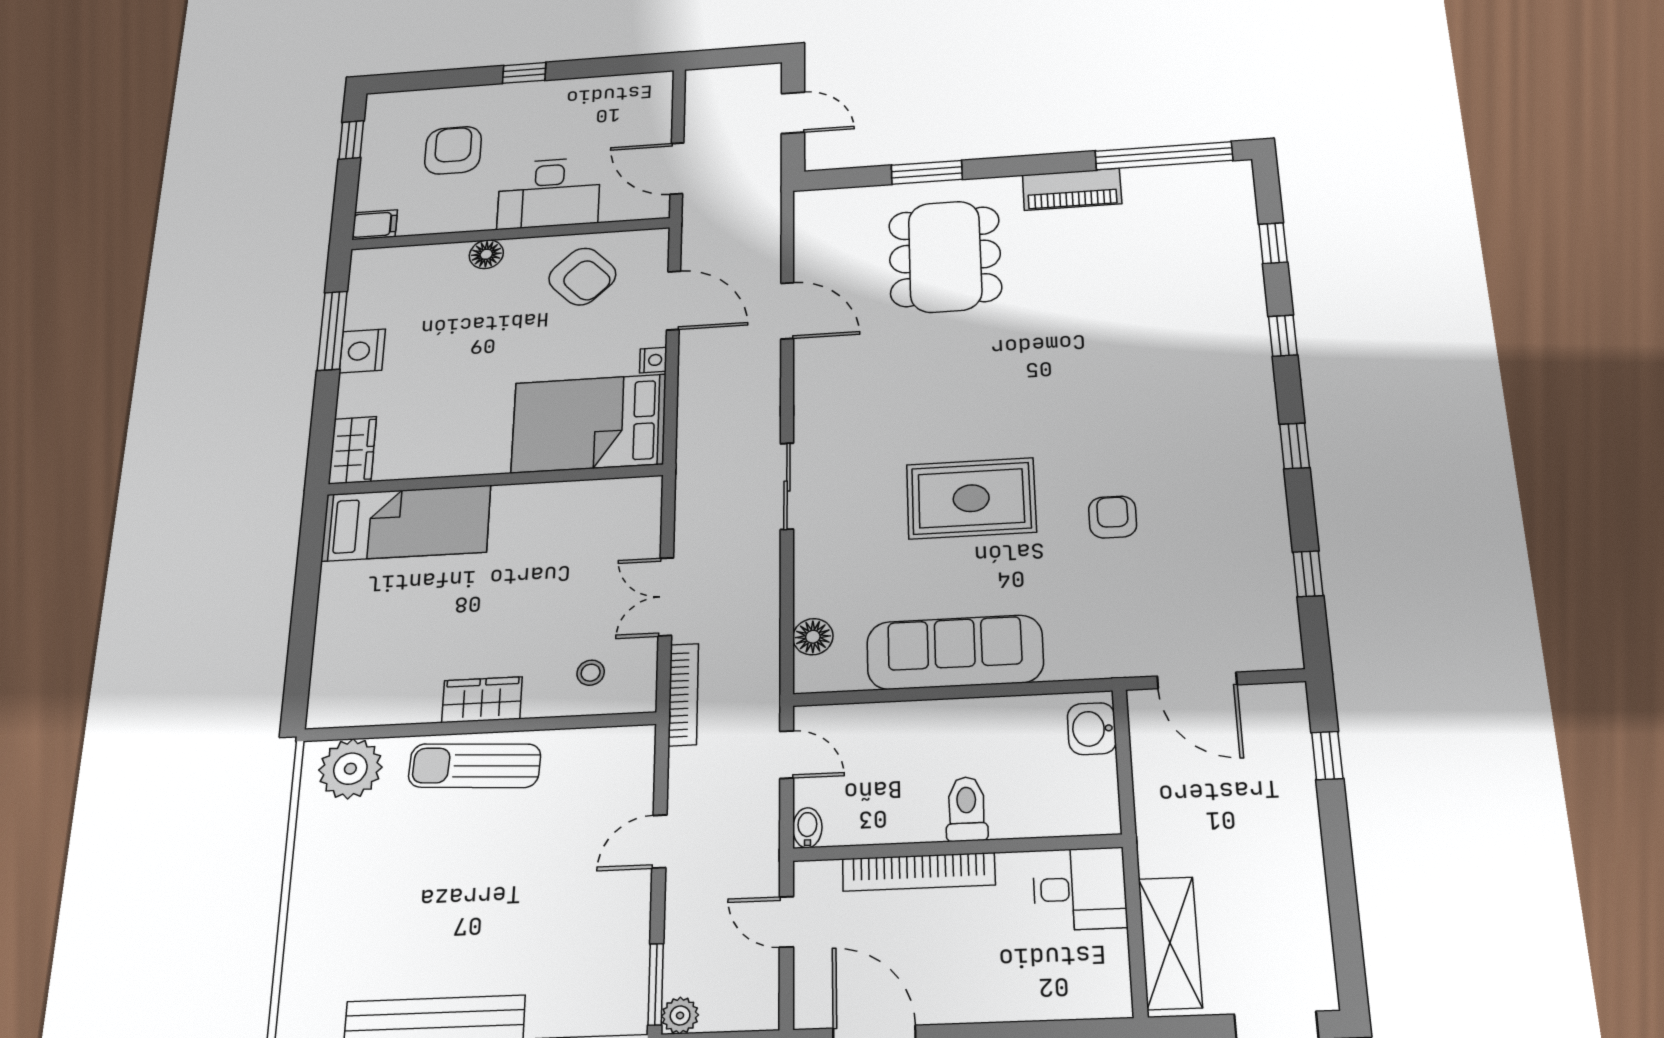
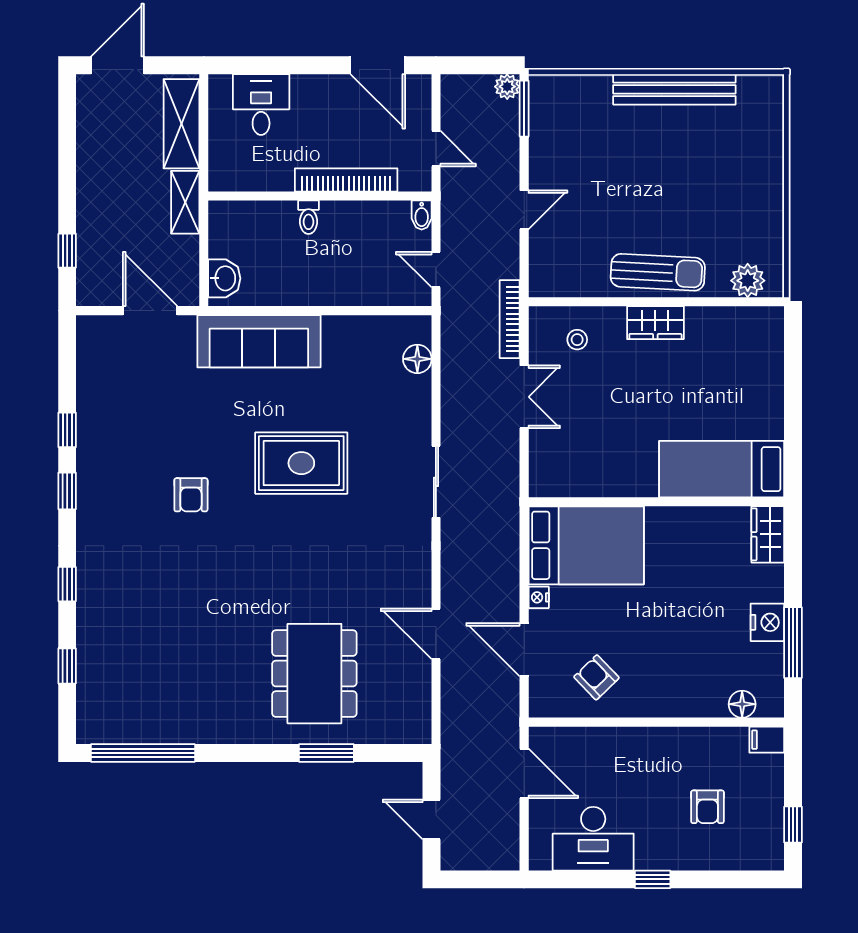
armchair: (453, 150) -> (707, 807), width x0.72, depth x0.72
piano: (1072, 189) -> (215, 727), removed
desk: (549, 193) -> (593, 839), moved, turned 180
floor lamp: (486, 254) -> (742, 704), moved
armchair: (582, 277) -> (596, 677), width x0.72, depth x0.72
armchair: (1113, 517) -> (191, 495), moved
window: (1308, 574) -> (67, 430), moved
sofa: (955, 652) -> (259, 341), moved
plant: (350, 769) -> (748, 281), width x0.73, depth x0.73
toilet: (966, 809) -> (309, 217), width x0.73, depth x0.72
shelving: (1156, 831) -> (185, 202), added
desk: (1080, 889) -> (261, 104), moved, turned 90

